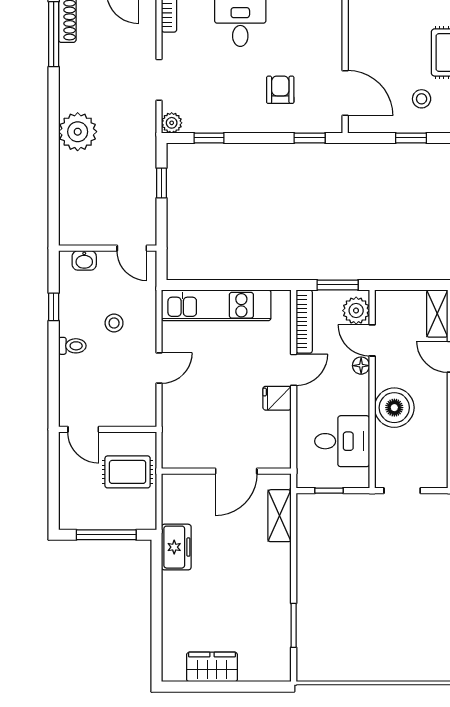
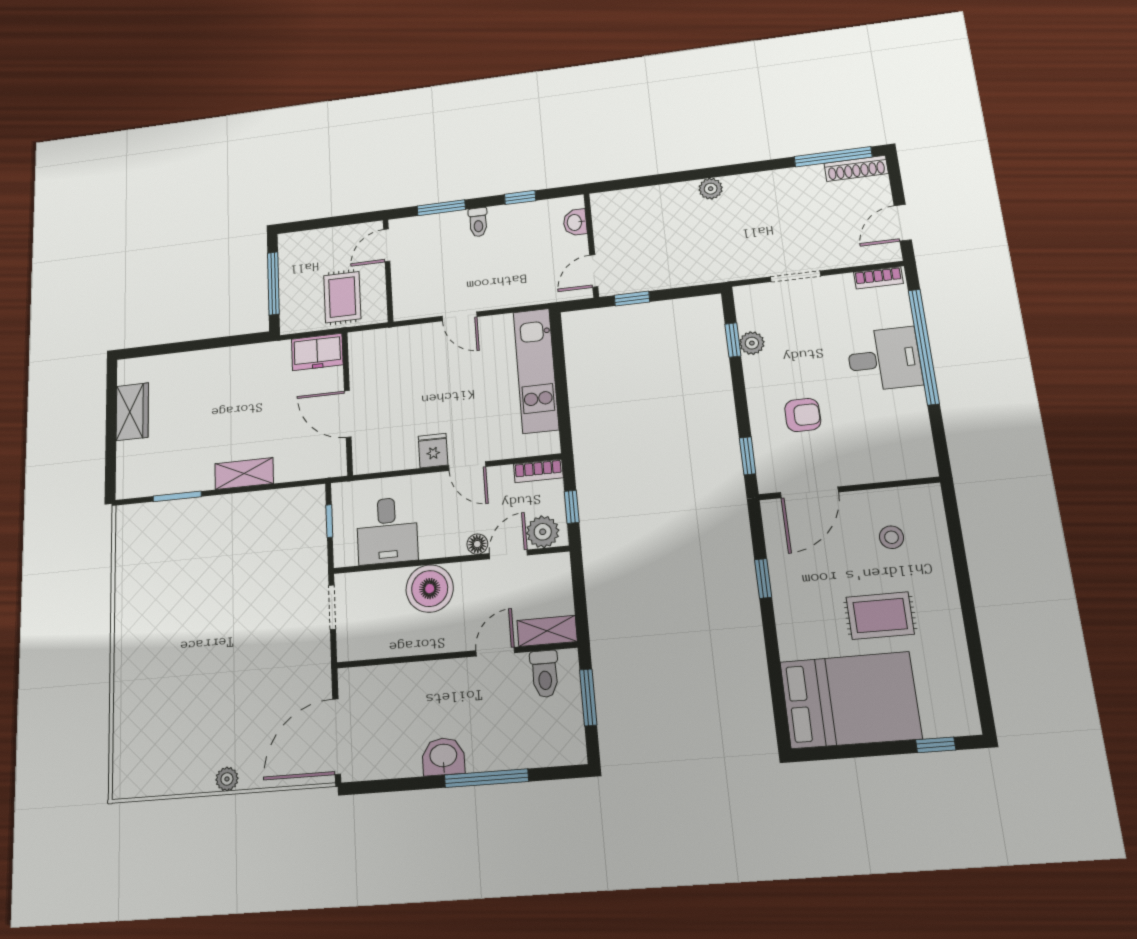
stool: (422, 99) -> (892, 537), moved
plant: (172, 123) -> (752, 343), moved
plant: (78, 132) -> (711, 189), width x0.53, depth x0.53
window: (161, 183) -> (632, 299), moved
window: (338, 285) -> (572, 507), width x0.67
bookcase: (304, 322) -> (538, 471), width x0.64
stool: (114, 323) -> (507, 262), removed
window: (54, 378) -> (441, 208), added
shelving: (280, 516) -> (244, 473), moved
freezer: (176, 547) -> (317, 352), moved

